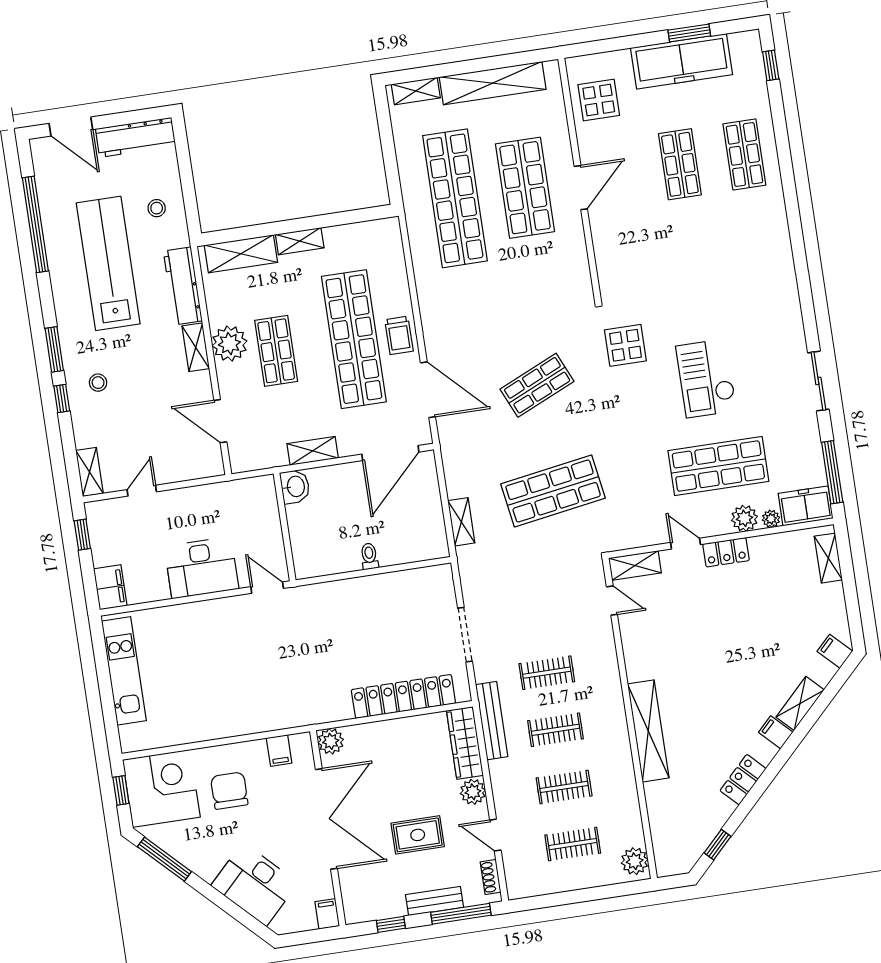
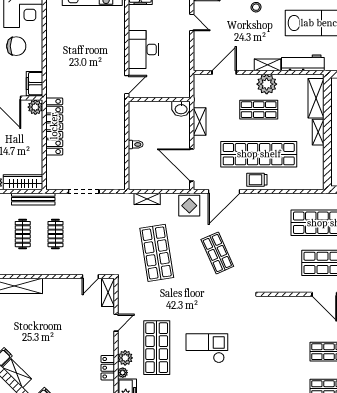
display table: (625, 345) -> (189, 206), moved
locker: (726, 552) -> (108, 368), moved
locker: (403, 696) -> (54, 126), moved
filing cabinet: (279, 750) -> (35, 84), width x2.00

